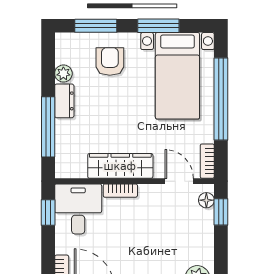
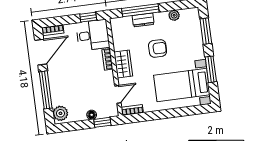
armchair: (110, 61) -> (158, 48), moved
window: (221, 99) -> (171, 113), removed
dresser: (64, 101) -> (143, 20), moved
wardrobe: (120, 166) -> (123, 64), width x0.67
floor lamp: (206, 200) -> (92, 115), moved

